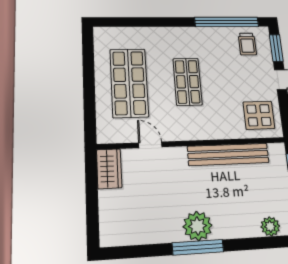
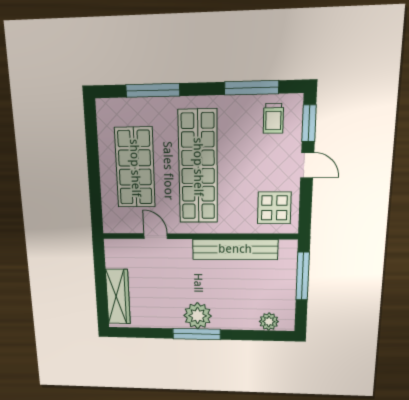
window: (145, 22) -> (153, 90), added
window: (227, 22) -> (252, 88), width x0.68
shop shelf: (188, 82) -> (198, 167), width x2.00, depth x1.36
wardrobe: (109, 169) -> (118, 297), moved, width x1.50

